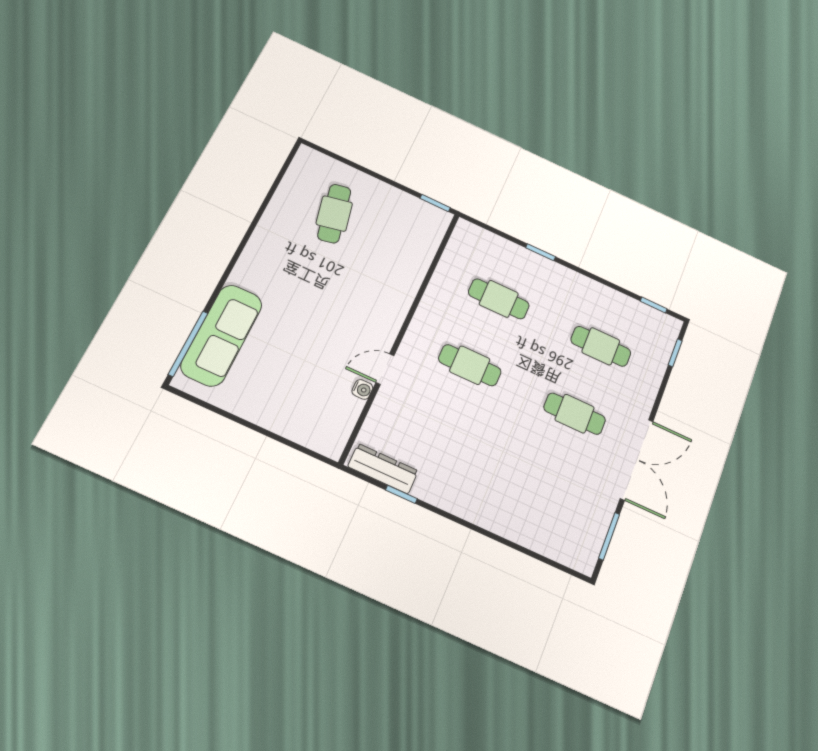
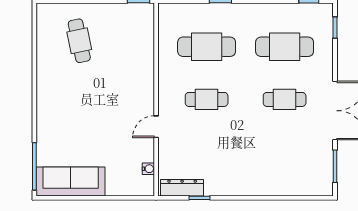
cafe table: (499, 299) -> (207, 47), width x1.37, depth x1.35
sofa: (222, 335) -> (71, 181), moved, turned -90
cafe table: (601, 346) -> (285, 47), width x1.37, depth x1.35
water cooler: (362, 389) -> (148, 169), moved

